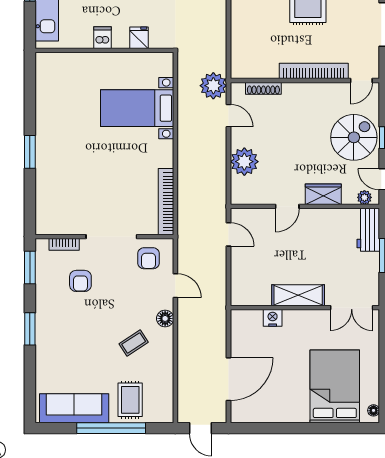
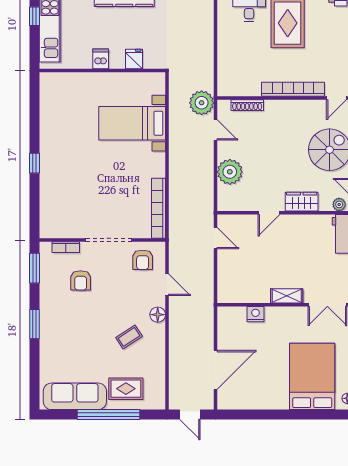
window: (30, 152) -> (35, 163), width x0.67
shelving: (298, 295) -> (287, 296), width x0.67, depth x0.75
rug: (130, 400) -> (126, 389), turned 90

